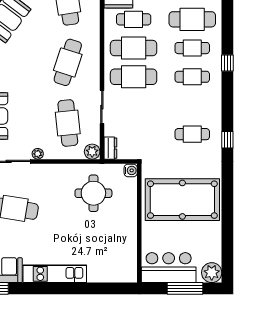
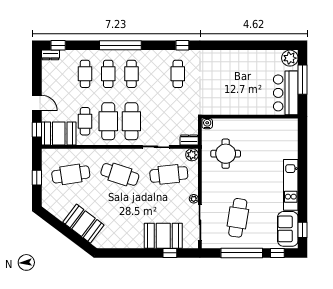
cafe table: (192, 19) -> (85, 74), width x0.73, depth x0.74
window: (227, 63) -> (120, 45), width x3.17
pool table: (182, 200) -> (231, 82), removed

